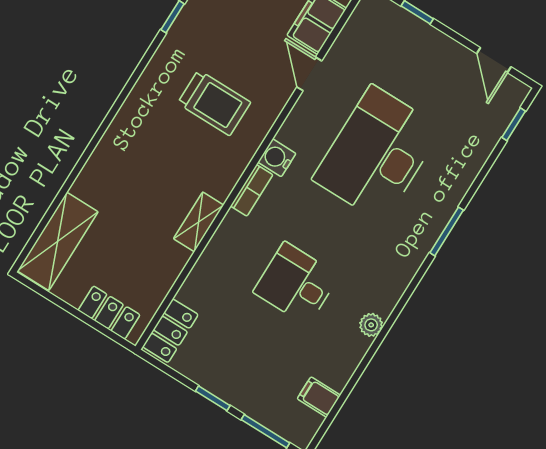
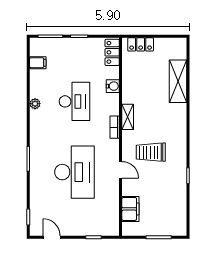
door: (309, 74) -> (121, 170), moved
water cooler: (277, 158) -> (113, 86), moved
shelving: (199, 222) -> (128, 117), moved
shelving: (58, 241) -> (178, 81), moved
desk: (296, 284) -> (74, 101), width x1.37

